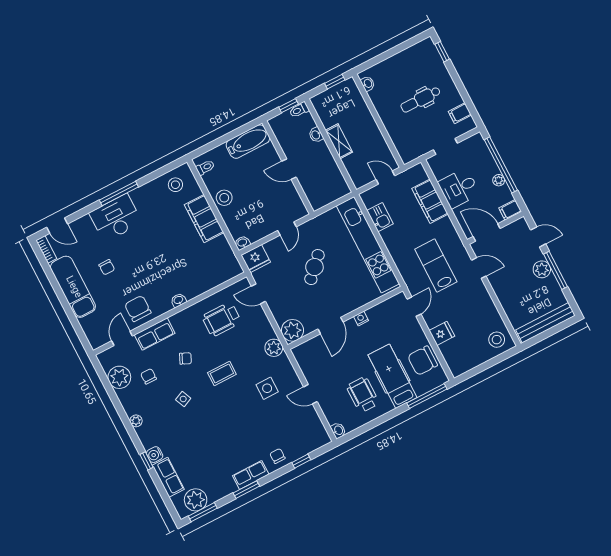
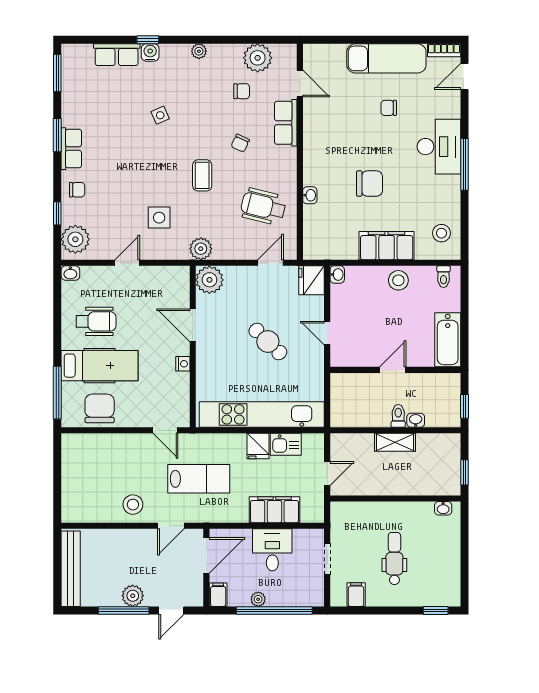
toilet: (299, 110) -> (398, 416), moved
washbasin: (178, 300) -> (310, 195), moved
chair: (138, 309) -> (370, 184), moved
wheelchair: (222, 319) -> (263, 207), turned -76
fridge: (442, 333) -> (258, 446), moved
stool: (497, 340) -> (133, 505), moved
side table: (183, 399) -> (160, 115), moved
plant: (196, 500) -> (75, 239), moved

